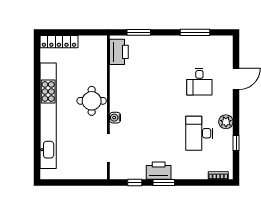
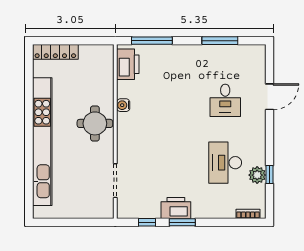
window: (139, 32) -> (152, 41), width x1.44
water cooler: (115, 118) -> (123, 105), moved
plant: (226, 122) -> (257, 175), moved

